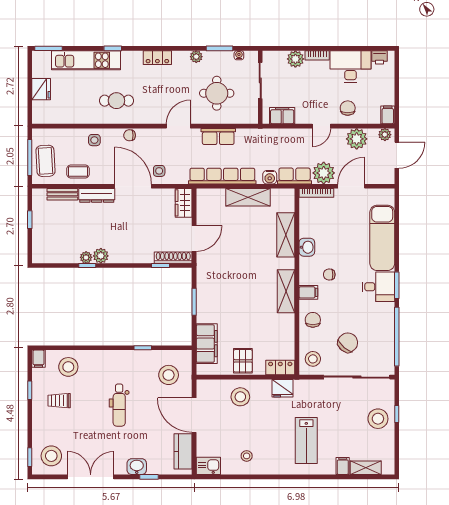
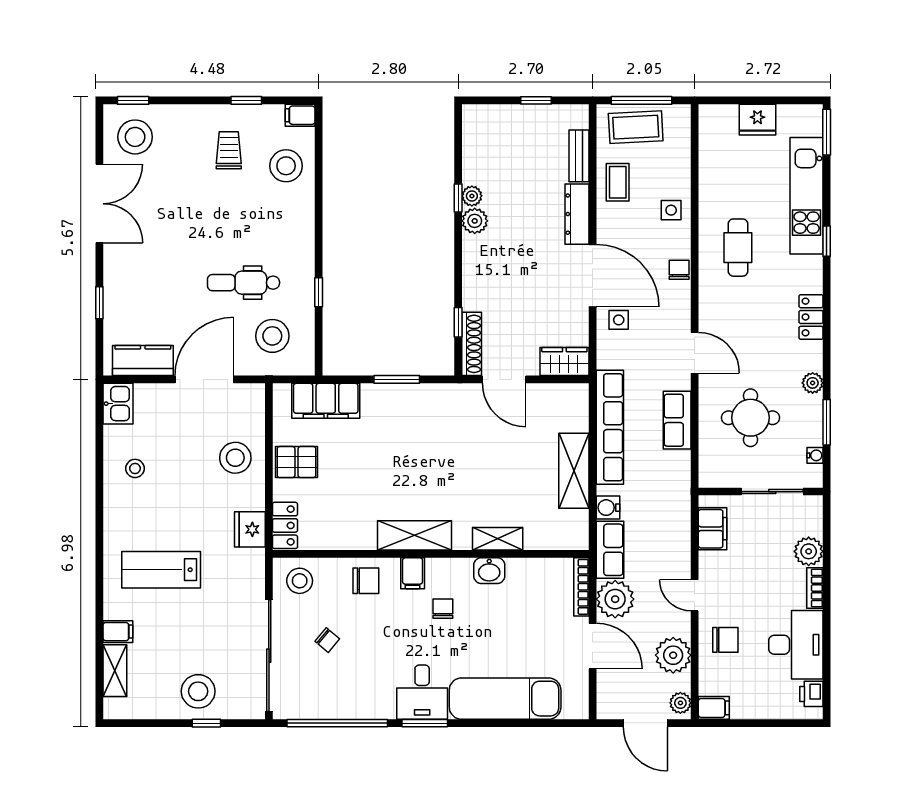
door: (133, 186) -> (593, 276), hinge flipped
shelving: (286, 235) -> (498, 539), width x0.67, depth x0.75
chair: (348, 343) -> (327, 640), width x0.54, depth x0.54
dental chair: (119, 405) -> (244, 283), moved
washbasin: (137, 467) -> (117, 282), removed

